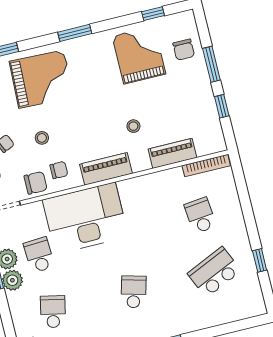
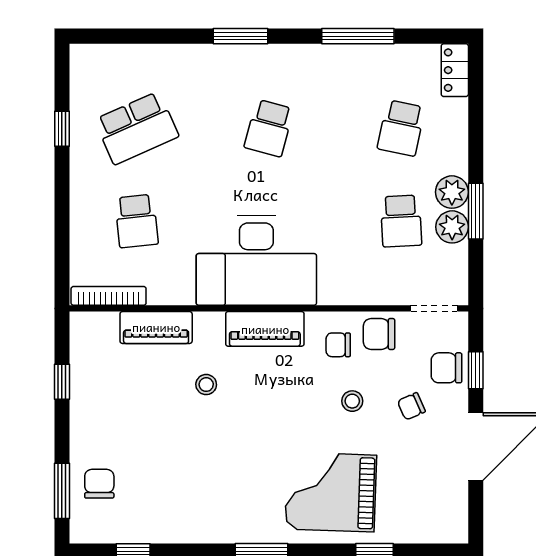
grand piano: (139, 55) -> (171, 492), removed
window: (211, 64) -> (62, 491), moved
desk: (85, 218) -> (256, 261), moved

